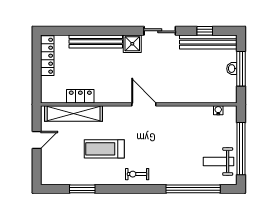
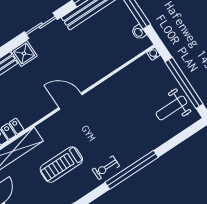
washbasin: (232, 69) -> (139, 32), moved
water cooler: (218, 110) -> (154, 54), moved
window: (193, 189) -> (132, 170), moved

